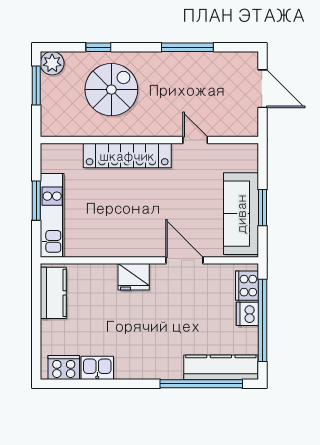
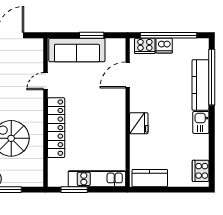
window: (36, 201) -> (74, 190), moved
sofa: (241, 214) -> (77, 50), moved
door: (184, 260) -> (128, 75), moved
kitchen counter: (221, 367) -> (201, 85), moved
kitchen sink: (97, 368) -> (201, 122), moved

